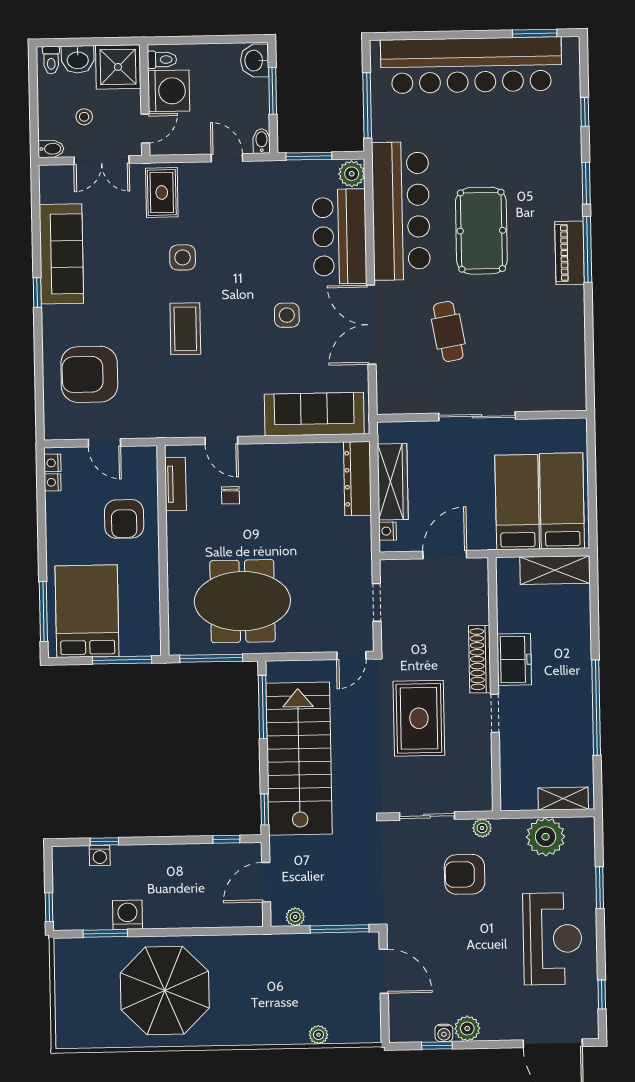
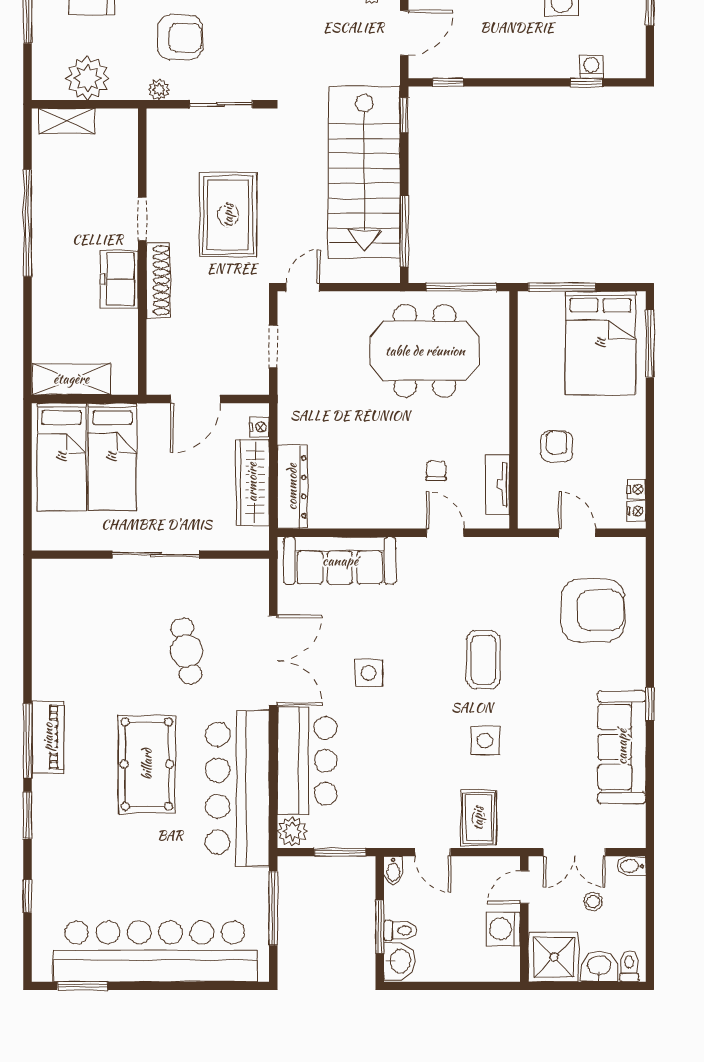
toilet: (162, 60) -> (400, 930), moved, turned 180
washing machine: (169, 91) -> (503, 929), width x0.73, depth x0.73
double door: (102, 160) -> (574, 852), swing flipped
rug: (162, 193) -> (478, 818), moved
armchair: (124, 519) -> (557, 446), width x0.72, depth x0.72

